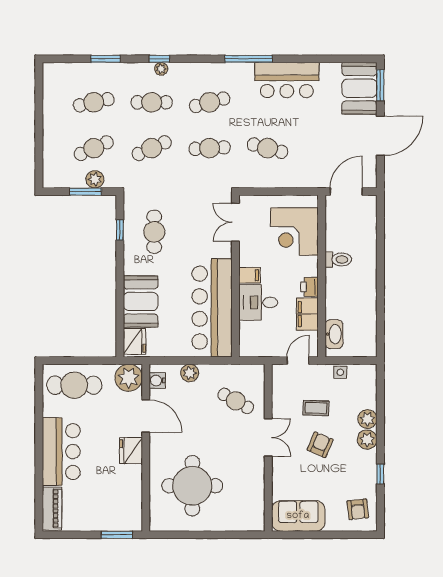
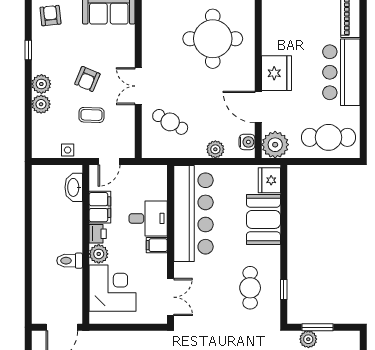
plant: (309, 266) -> (99, 254), added
fridge: (131, 451) -> (277, 73), width x1.36, depth x1.34

